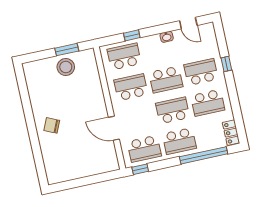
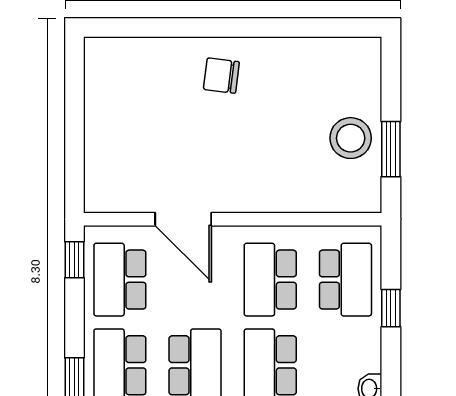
school desk: (131, 87) -> (270, 280), turned 180
chair: (52, 125) -> (221, 76), turned -107
door: (114, 128) -> (183, 219), swing flipped

